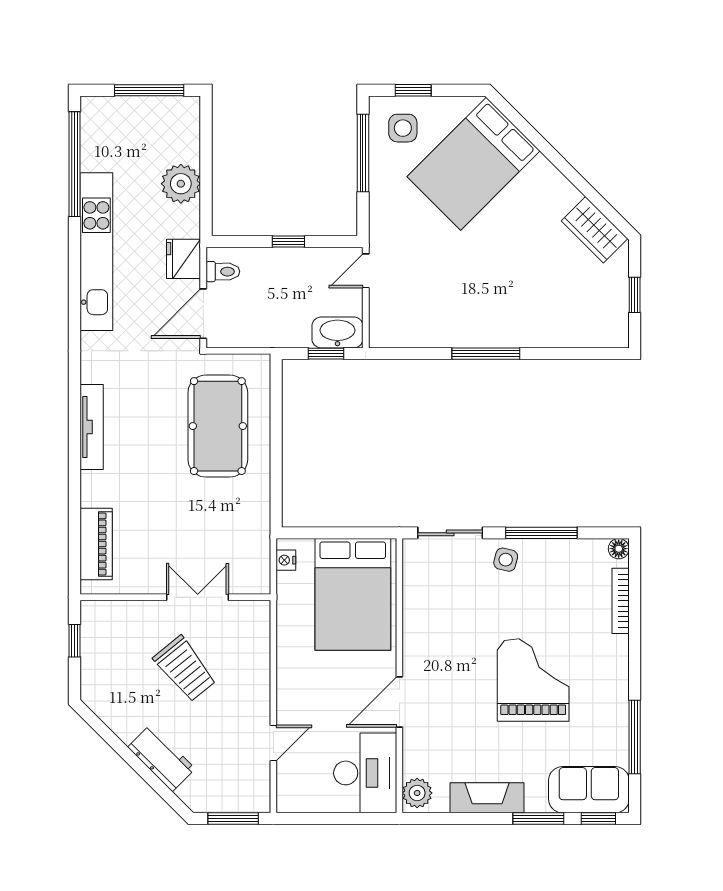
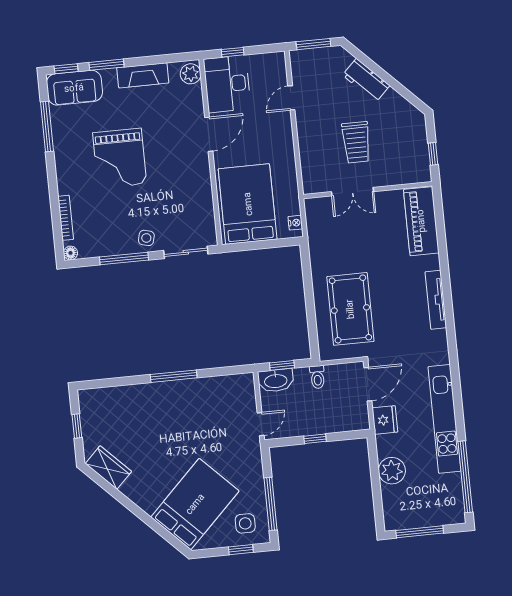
toilet: (223, 272) -> (317, 377), moved, turned -90
piano: (96, 544) -> (421, 221), width x1.37, depth x1.33
trolley: (185, 669) -> (356, 142), turned -141
window: (353, 819) -> (233, 52), added

